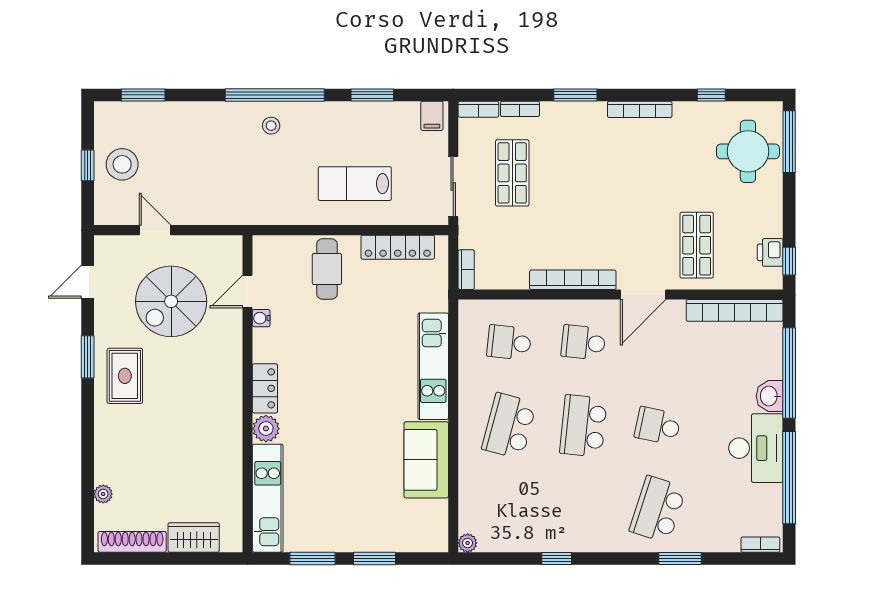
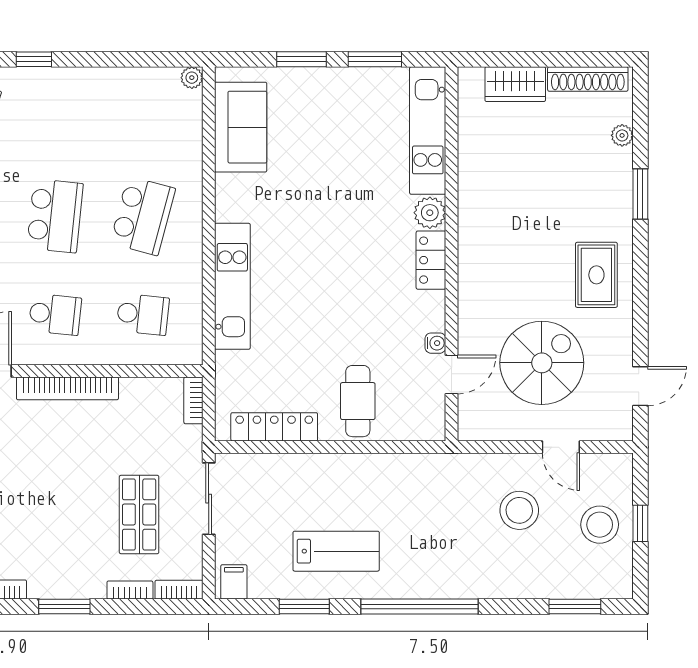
stool: (271, 126) -> (519, 510), moved, width x1.89, depth x1.89
lab bench: (355, 184) -> (336, 551), moved
window: (88, 357) -> (640, 194), moved
sofa: (426, 460) -> (241, 127), moved
window: (557, 558) -> (34, 59), moved

